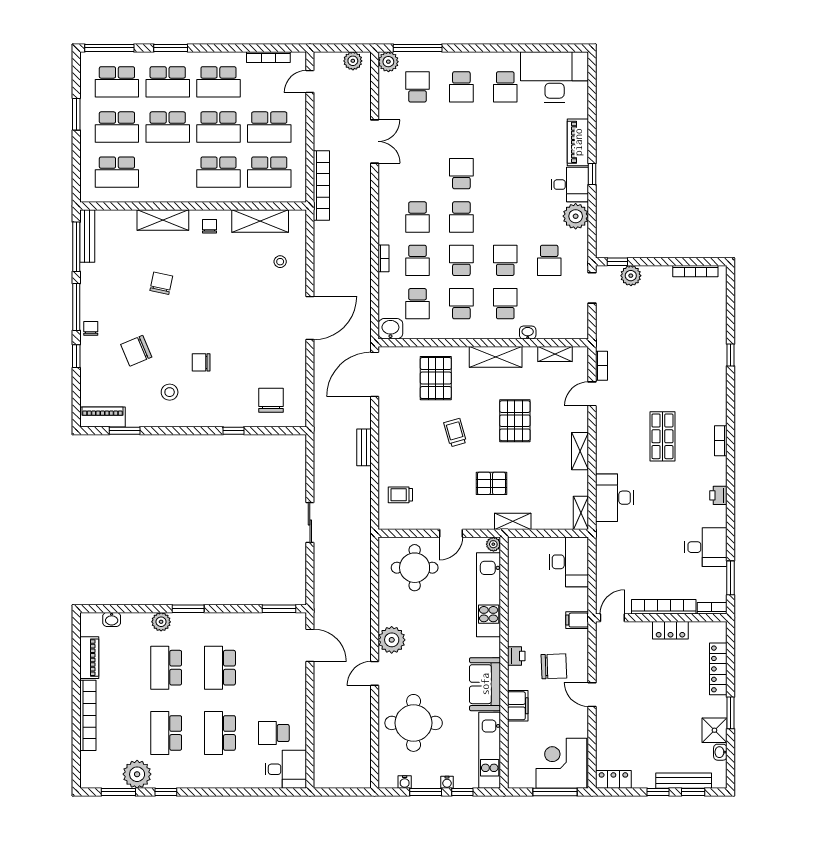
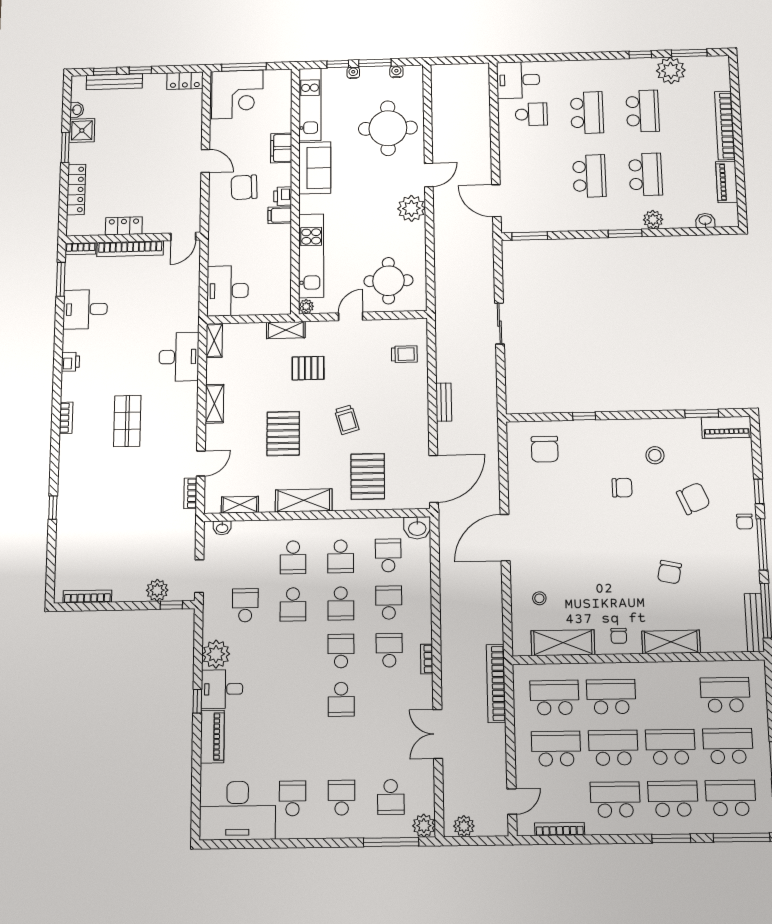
bookcase: (384, 258) -> (427, 659), moved
washbasin: (528, 333) -> (222, 528), moved
filing cabinet: (577, 620) -> (280, 215), moved, turned 180

